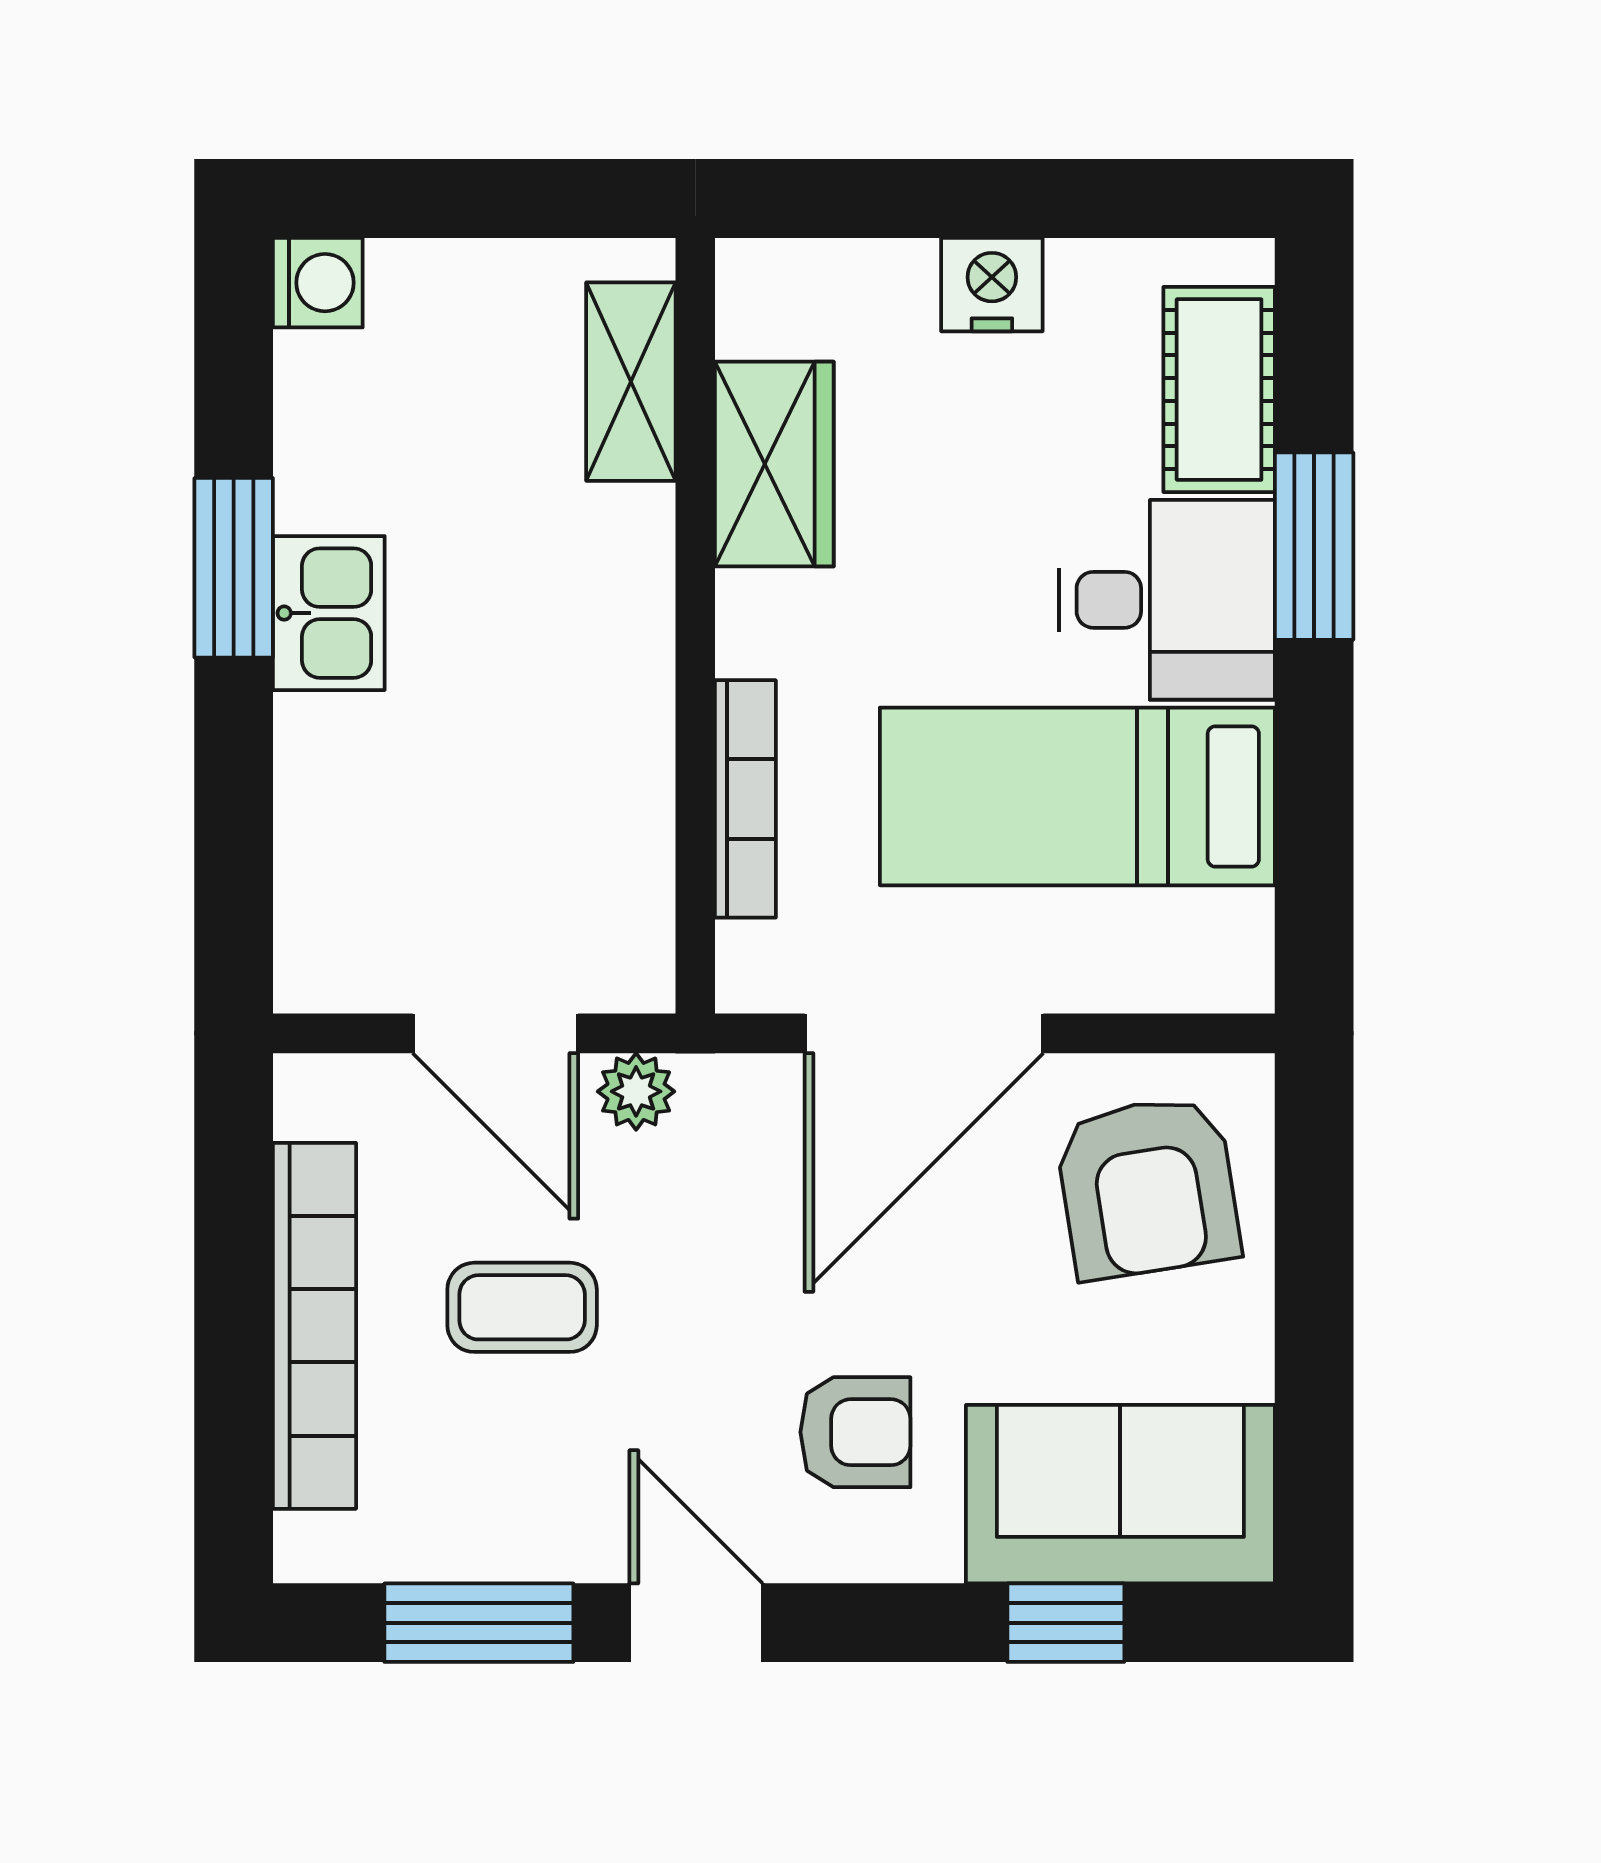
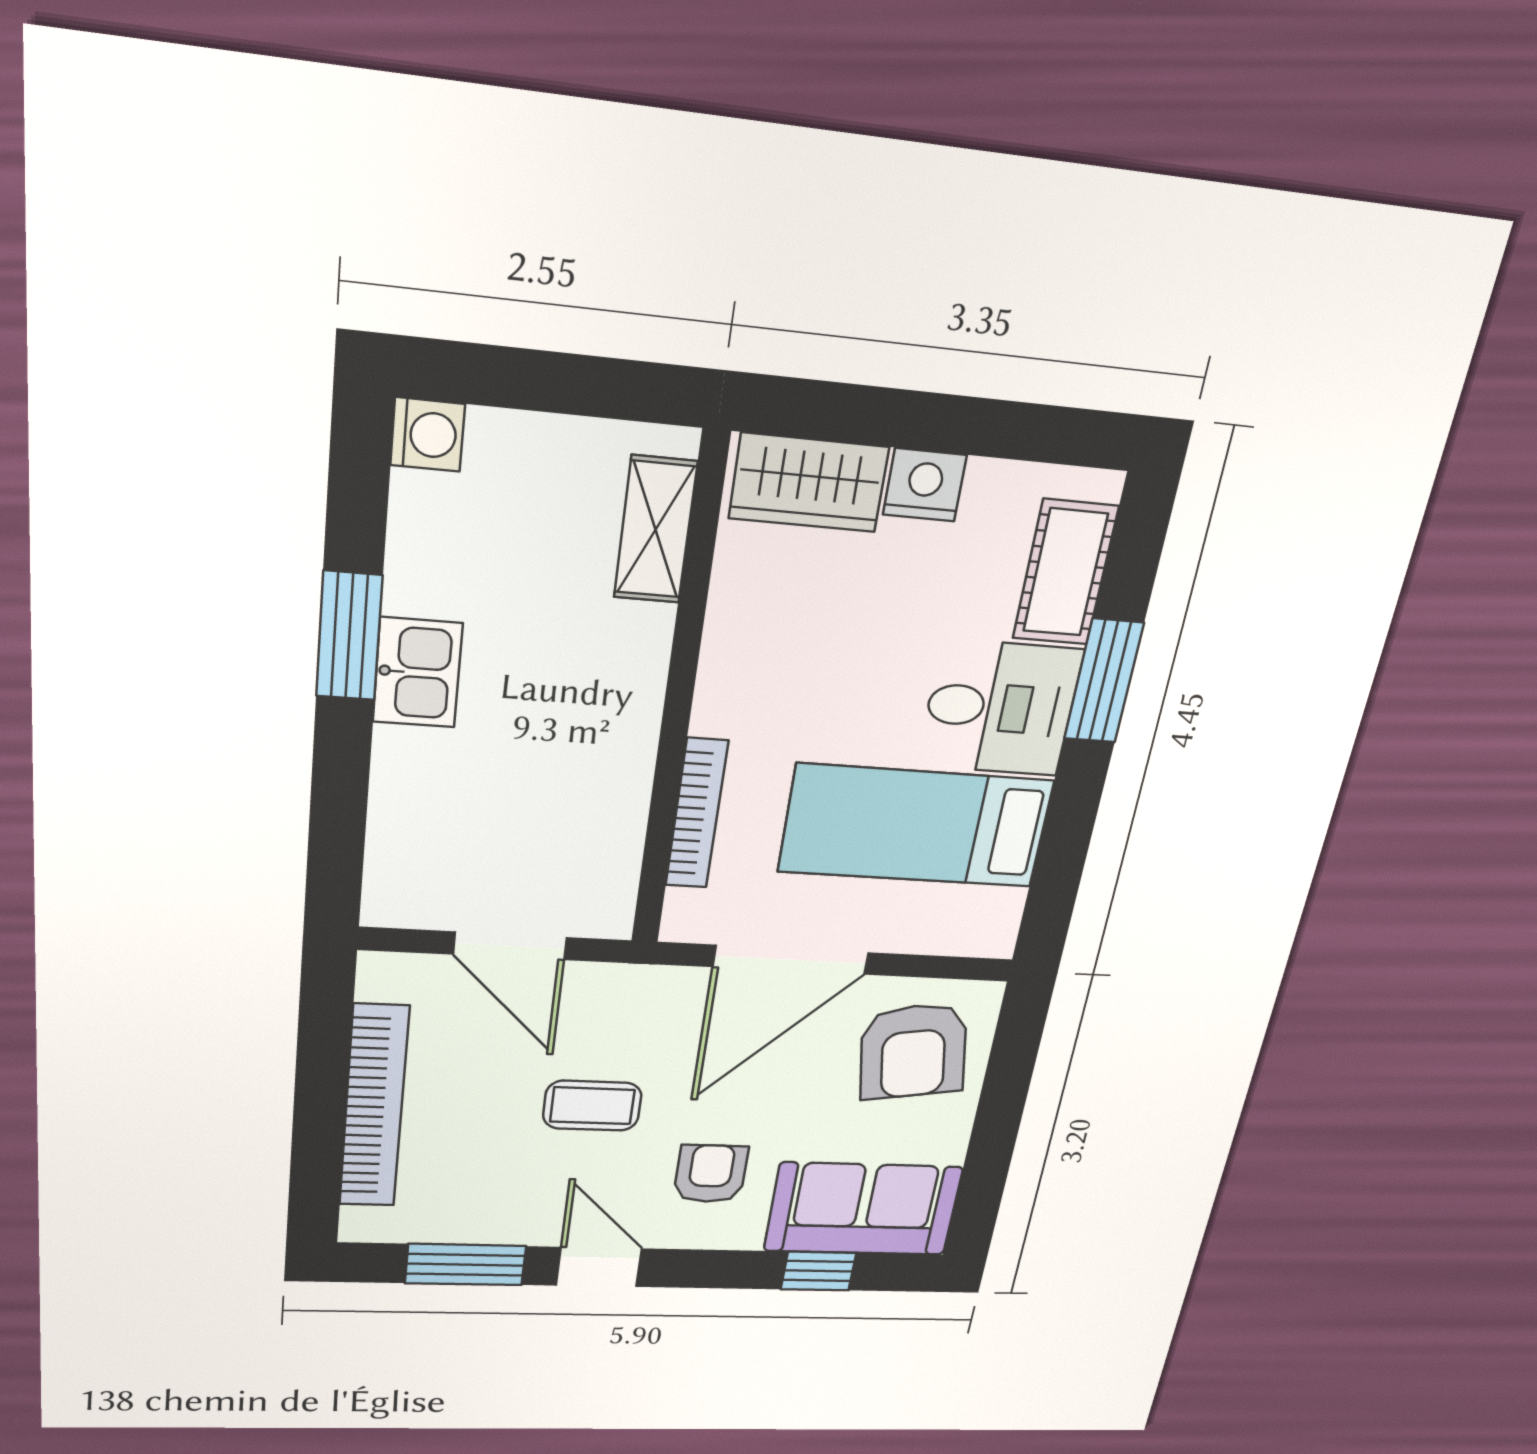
wardrobe: (774, 464) -> (809, 483), moved, turned 90
plant: (636, 1091) -> (599, 984), removed
coffee table: (522, 1307) -> (592, 1106), moved
armchair: (855, 1432) -> (711, 1174), turned -90

